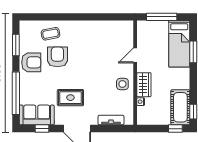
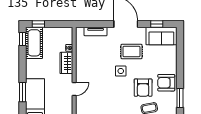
side table: (122, 84) -> (121, 71), moved
window: (16, 93) -> (180, 55), removed

